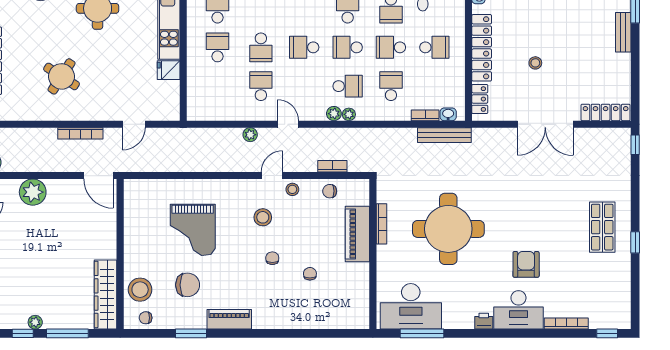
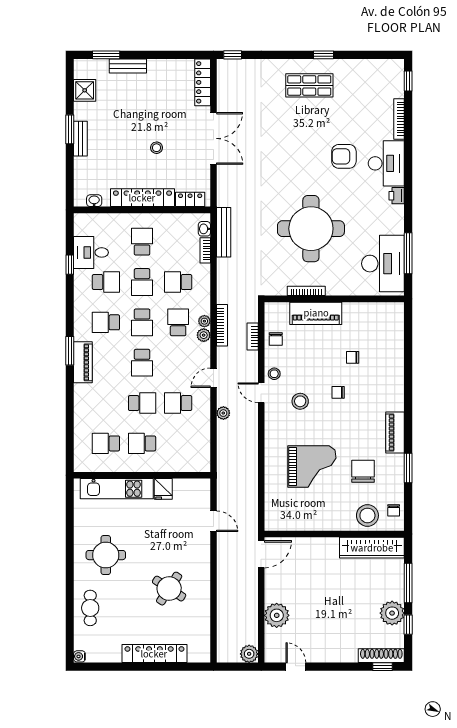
bookcase: (80, 133) -> (222, 325), moved
plant: (35, 322) -> (392, 613), width x1.88, depth x1.88

